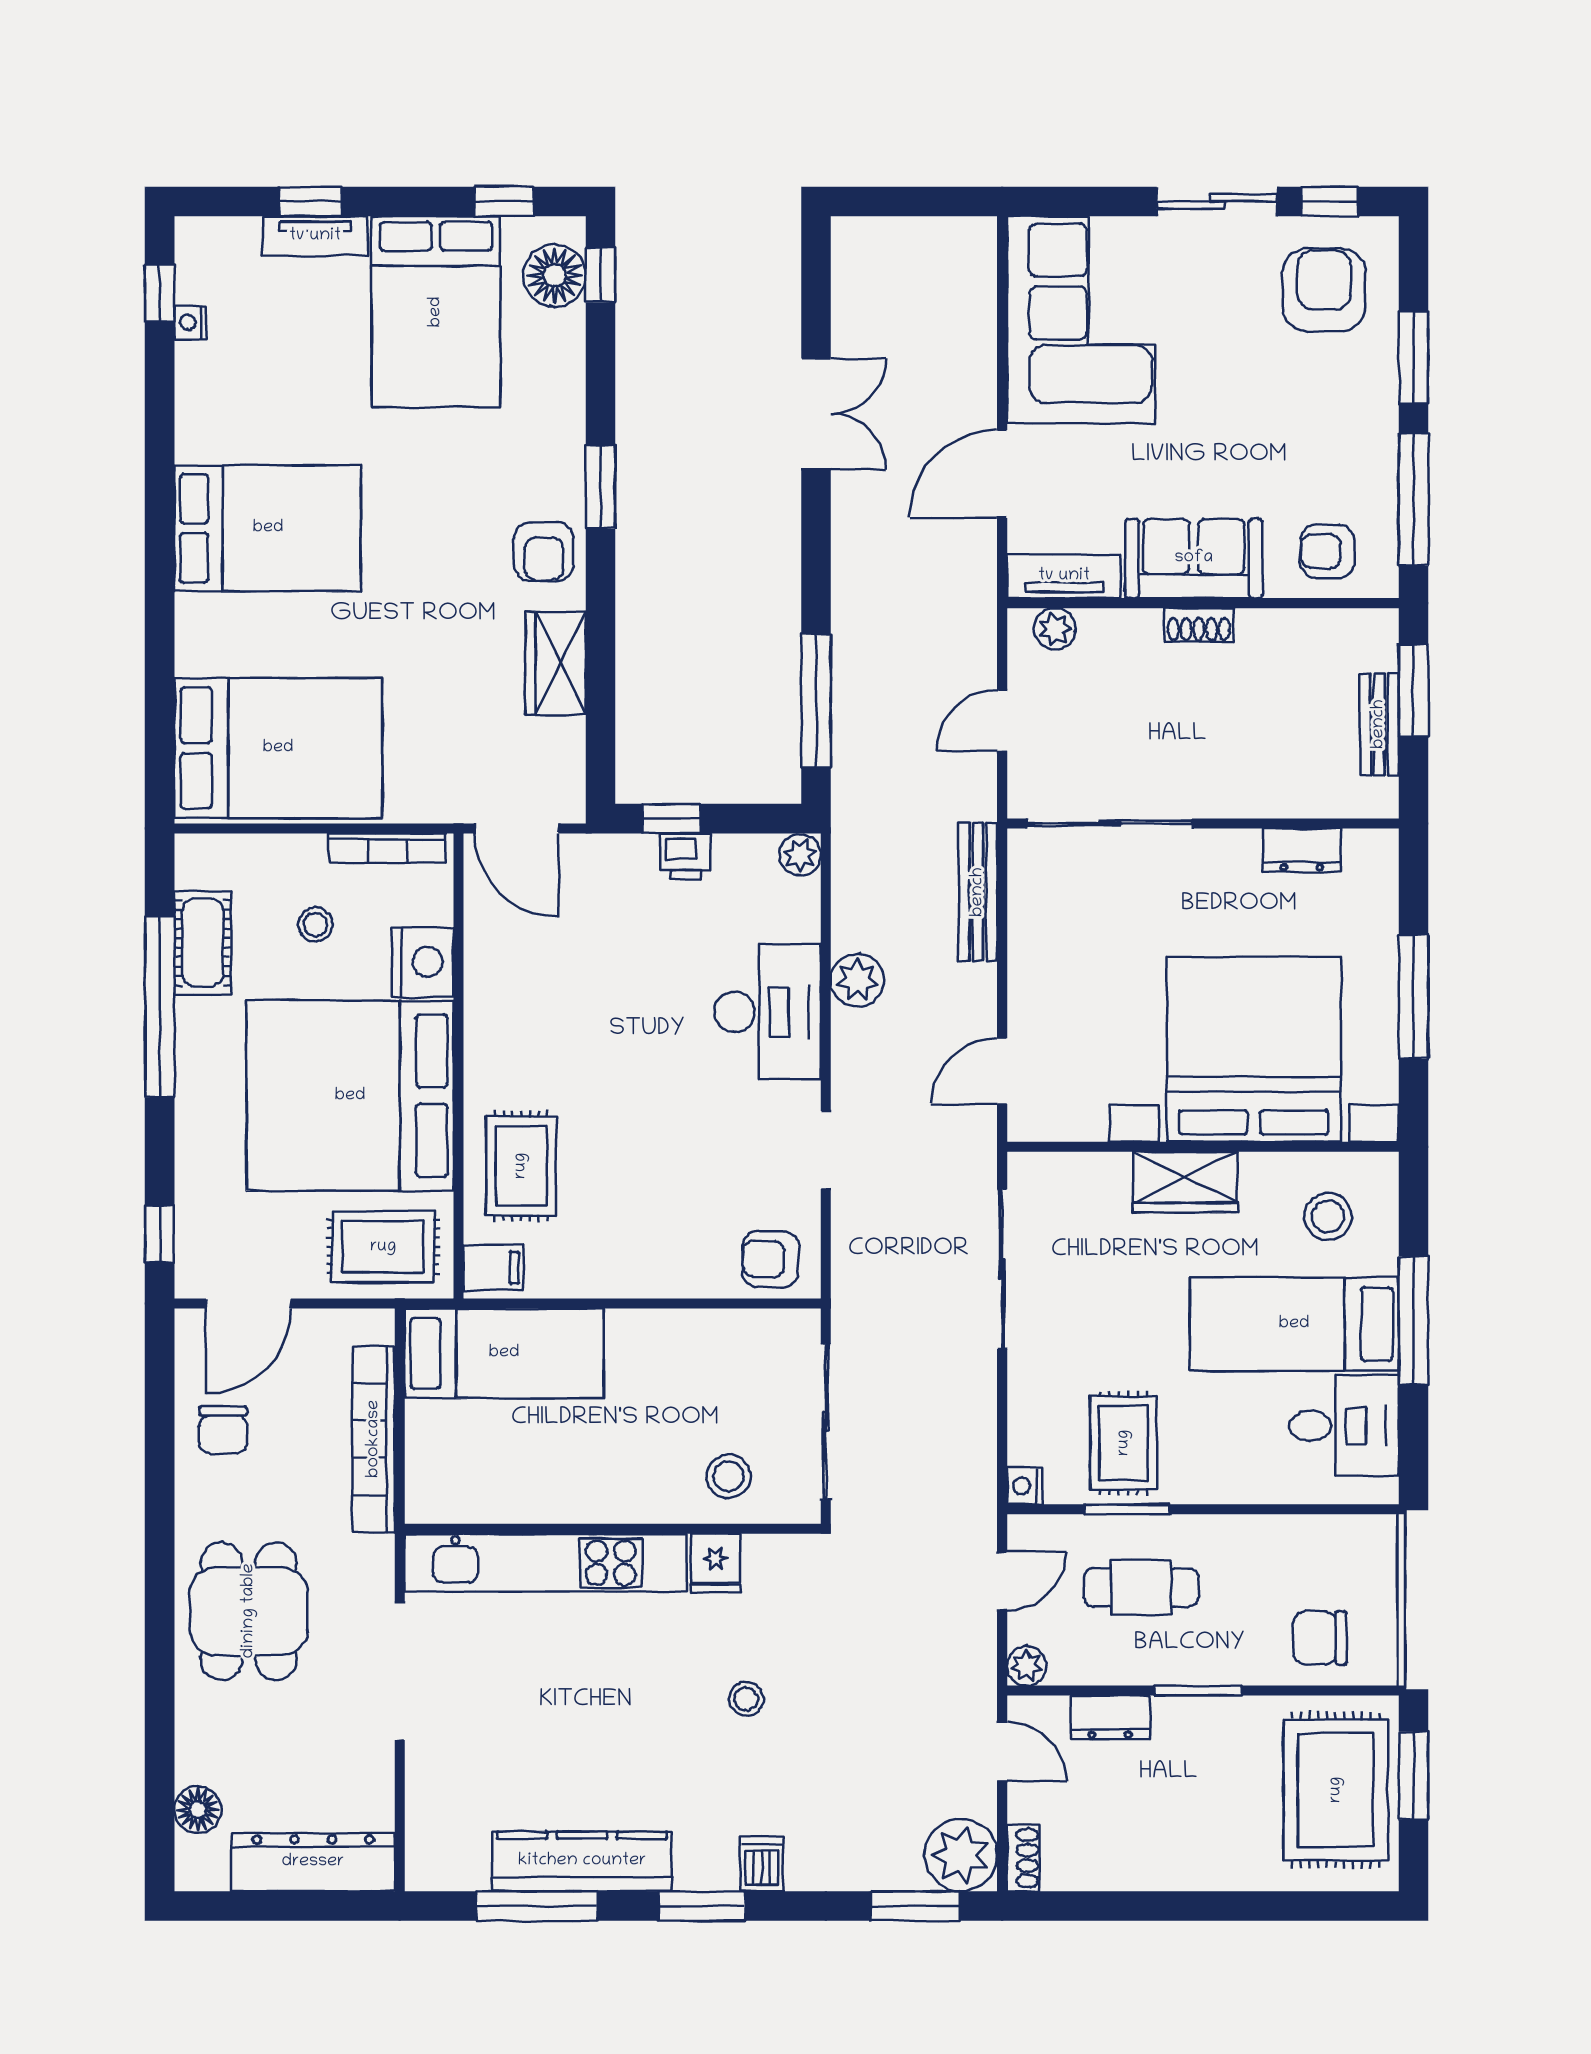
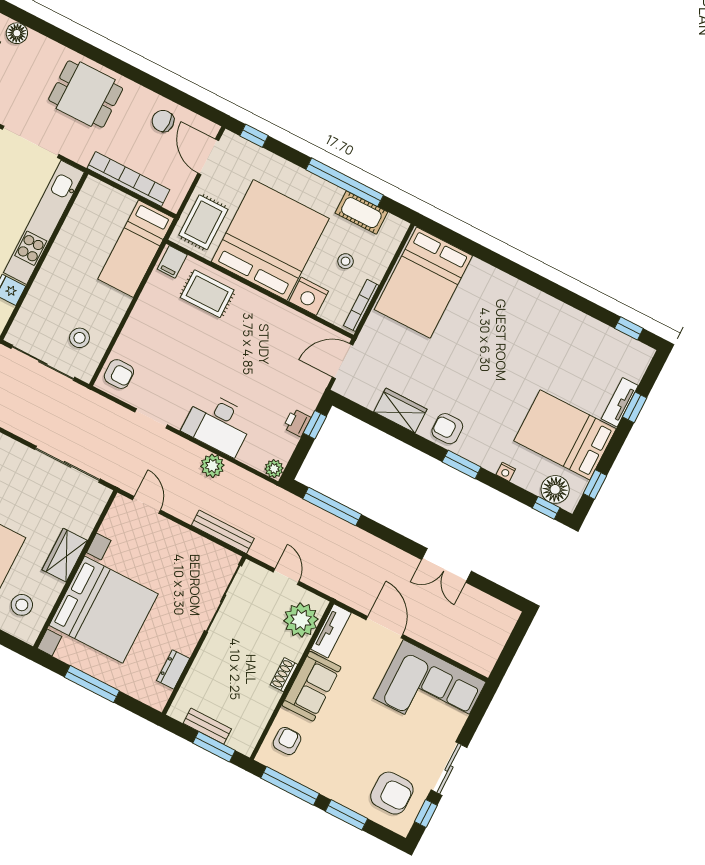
nightstand: (190, 323) -> (506, 472), moved, turned 180
bed: (268, 528) -> (513, 323), removed
plant: (1055, 629) -> (301, 620), width x1.87, depth x1.87
armchair: (770, 1259) -> (119, 374), turned 88
stool: (729, 1476) -> (80, 338), moved

